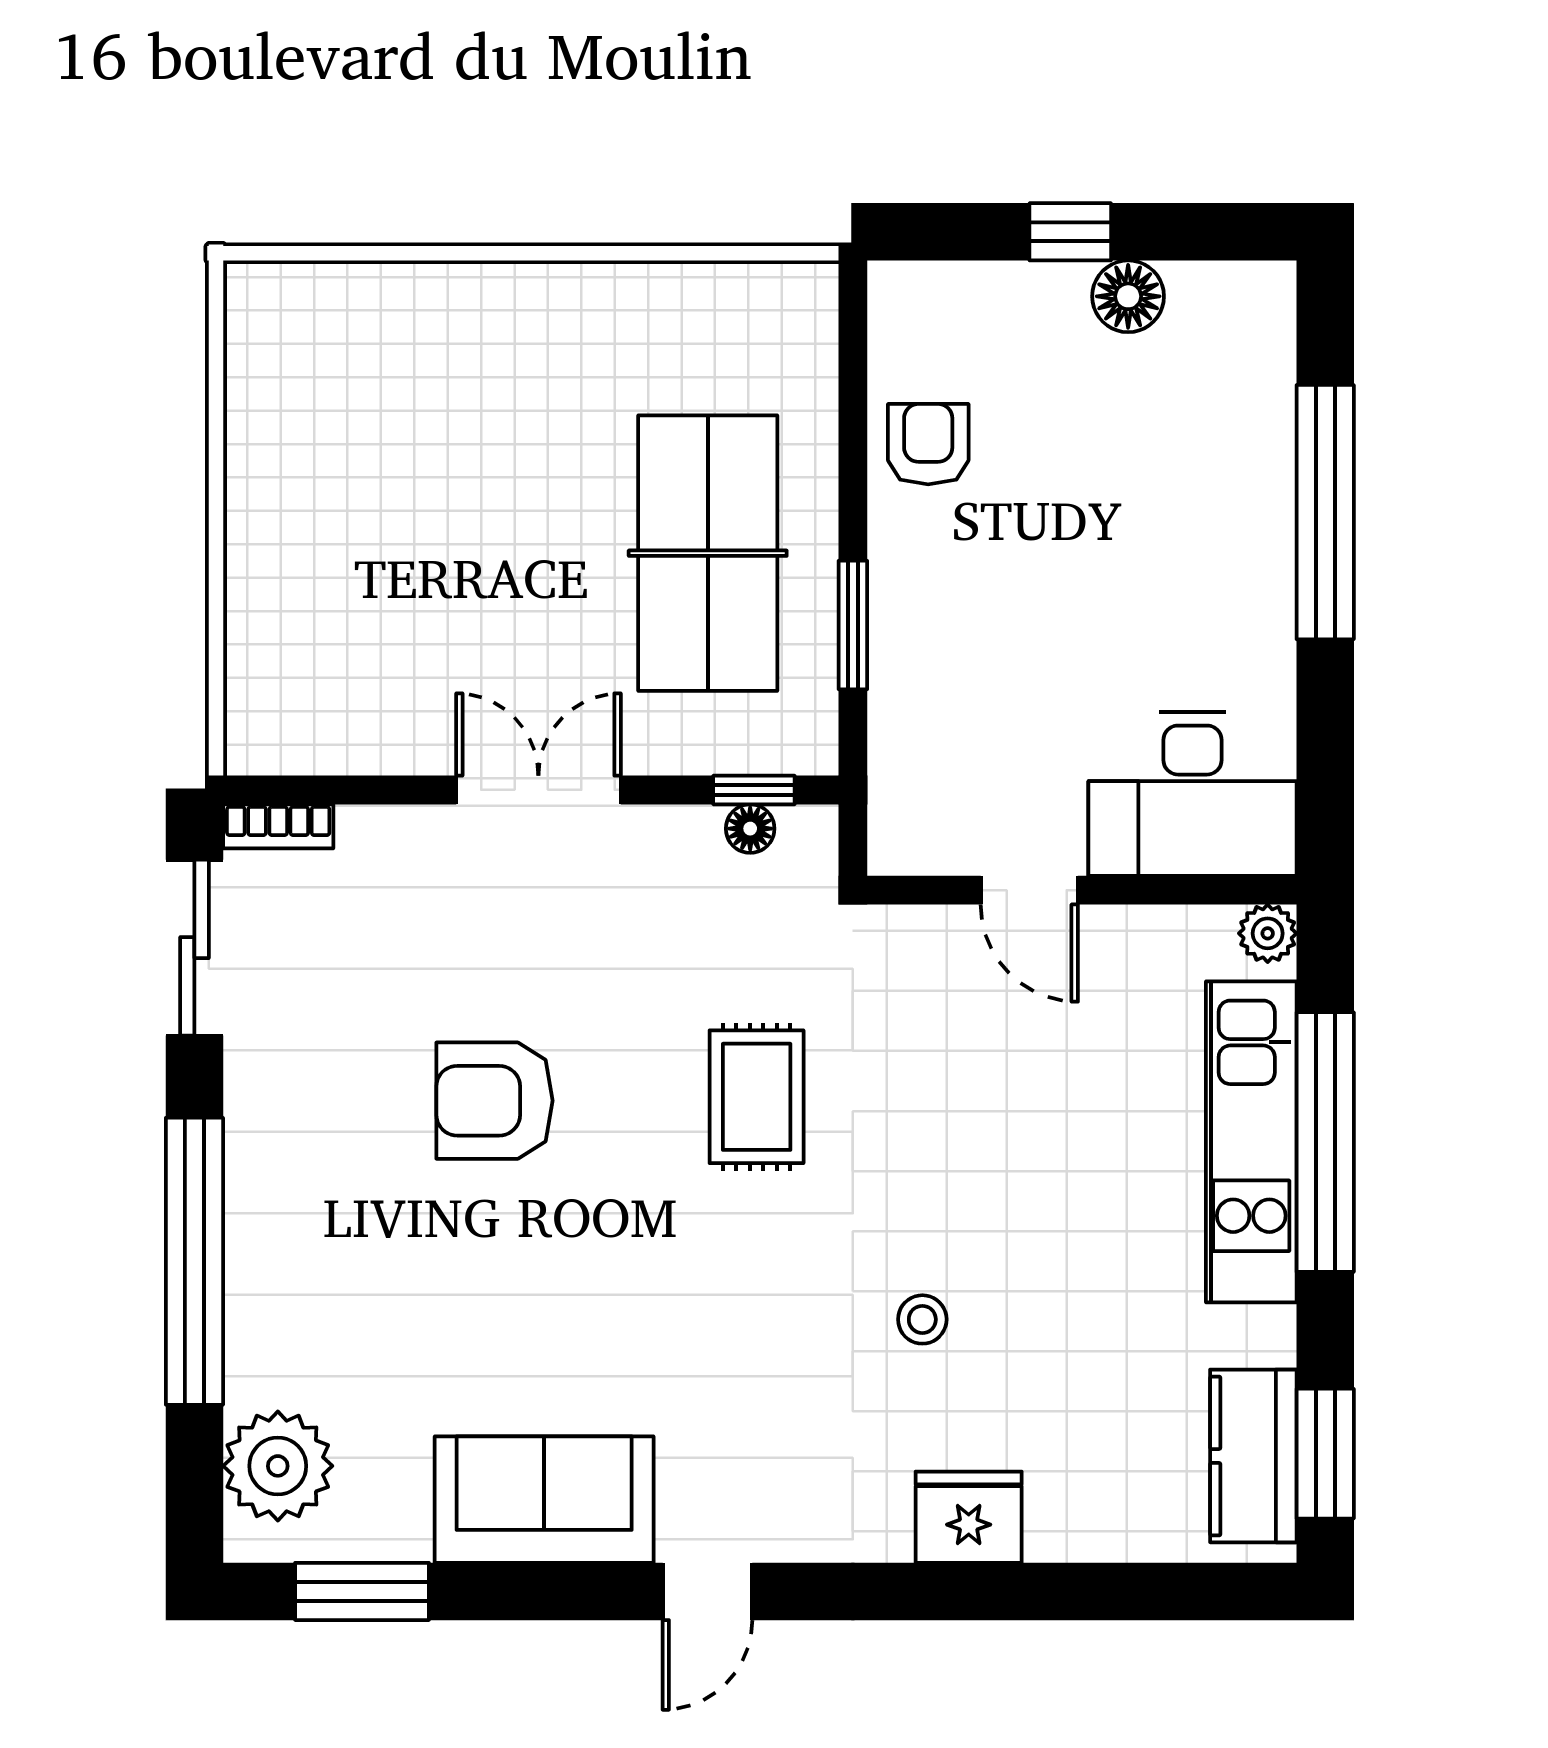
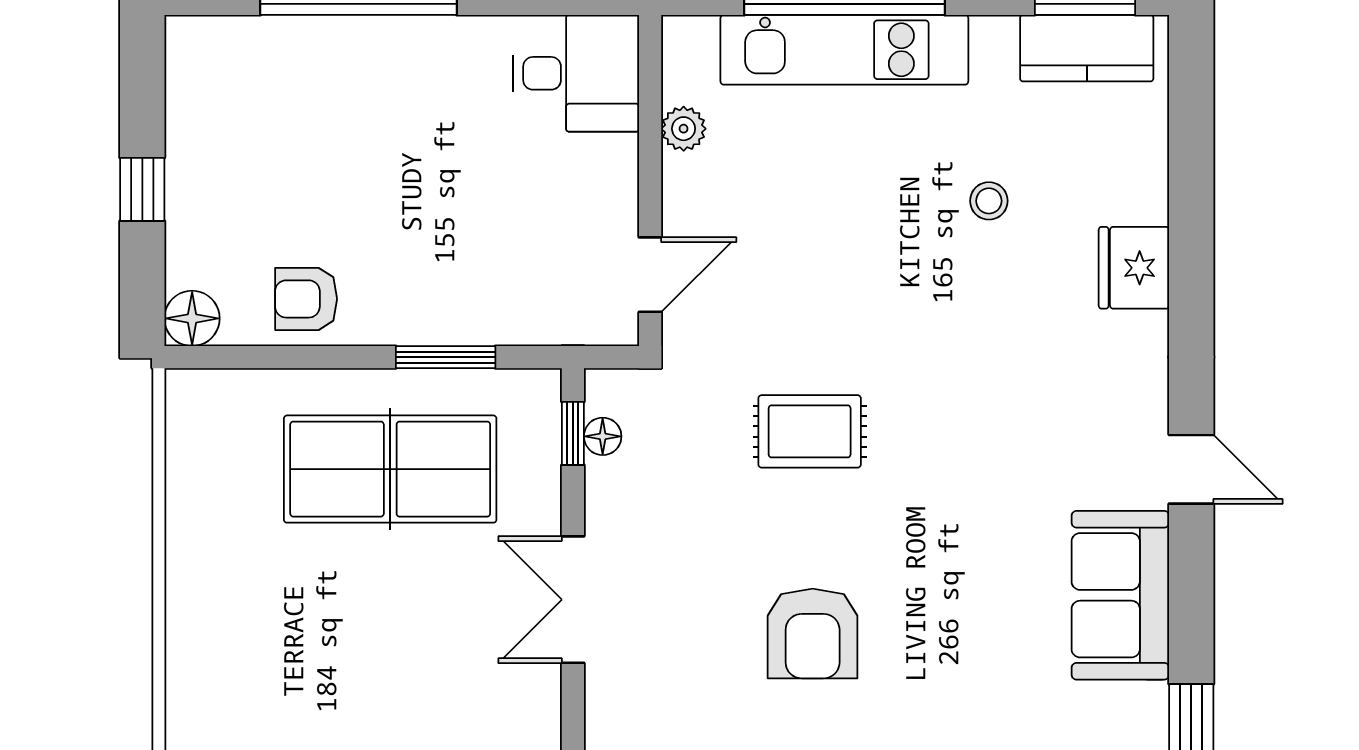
floor lamp: (1128, 296) -> (192, 318), moved
desk: (1192, 794) -> (576, 73), width x0.73
door: (1029, 890) -> (650, 275), moved
plant: (1268, 933) -> (684, 129), moved
stool: (922, 1319) -> (989, 201), moved

